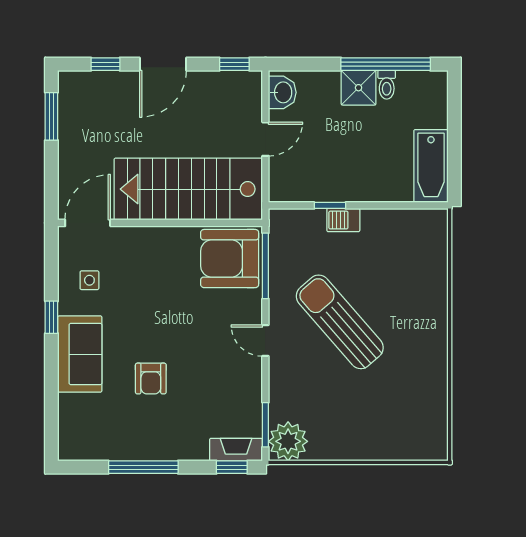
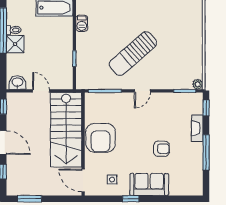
barbecue: (343, 220) -> (82, 23), moved
armchair: (230, 259) -> (101, 138), moved
plant: (288, 441) -> (198, 84), width x0.53, depth x0.53
fireplace: (236, 450) -> (197, 128), moved

